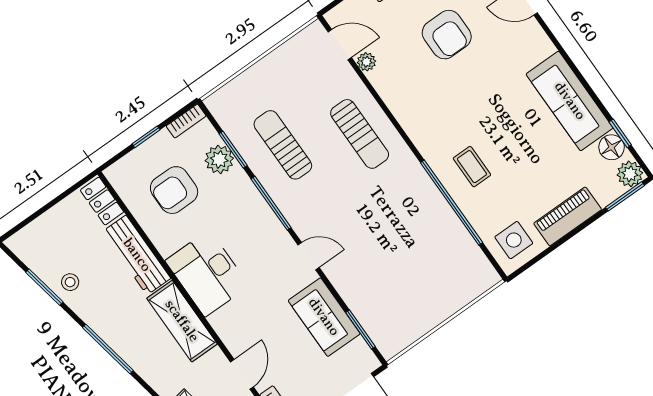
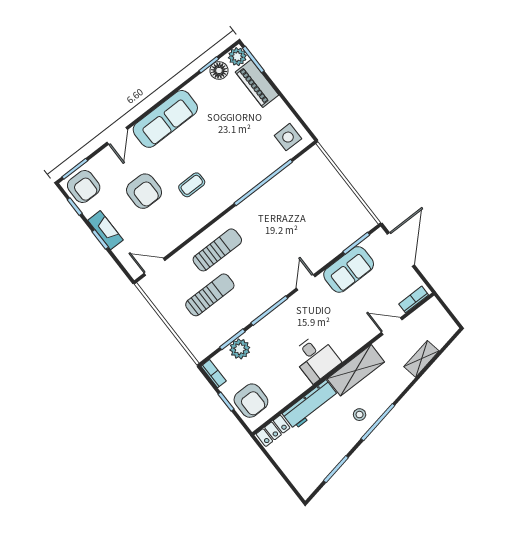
armchair: (447, 35) -> (144, 191), turned 90
door: (340, 45) -> (155, 267), hinge flipped
plant: (366, 62) -> (166, 247), removed
sofa: (570, 101) -> (165, 119), moved
sun lounger: (283, 145) -> (210, 295), moved, turned 180
coffee table: (472, 167) -> (192, 185), moved
armchair: (174, 190) -> (251, 401), moved
piano: (568, 216) -> (257, 84), moved
desk: (207, 273) -> (316, 358), width x0.73
stool: (70, 282) -> (360, 415), moved

